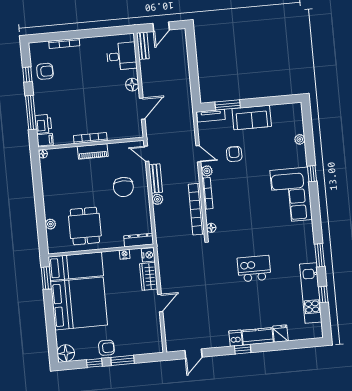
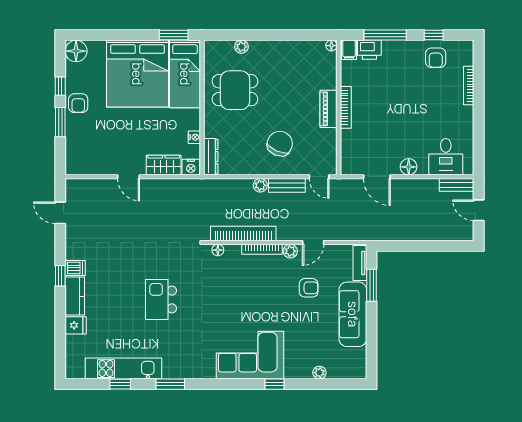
sofa: (252, 117) -> (353, 314), width x1.36
door: (146, 154) -> (319, 177), swing flipped
chair: (123, 187) -> (280, 144), turned 113
kitchen island: (254, 269) -> (161, 299), turned 180

